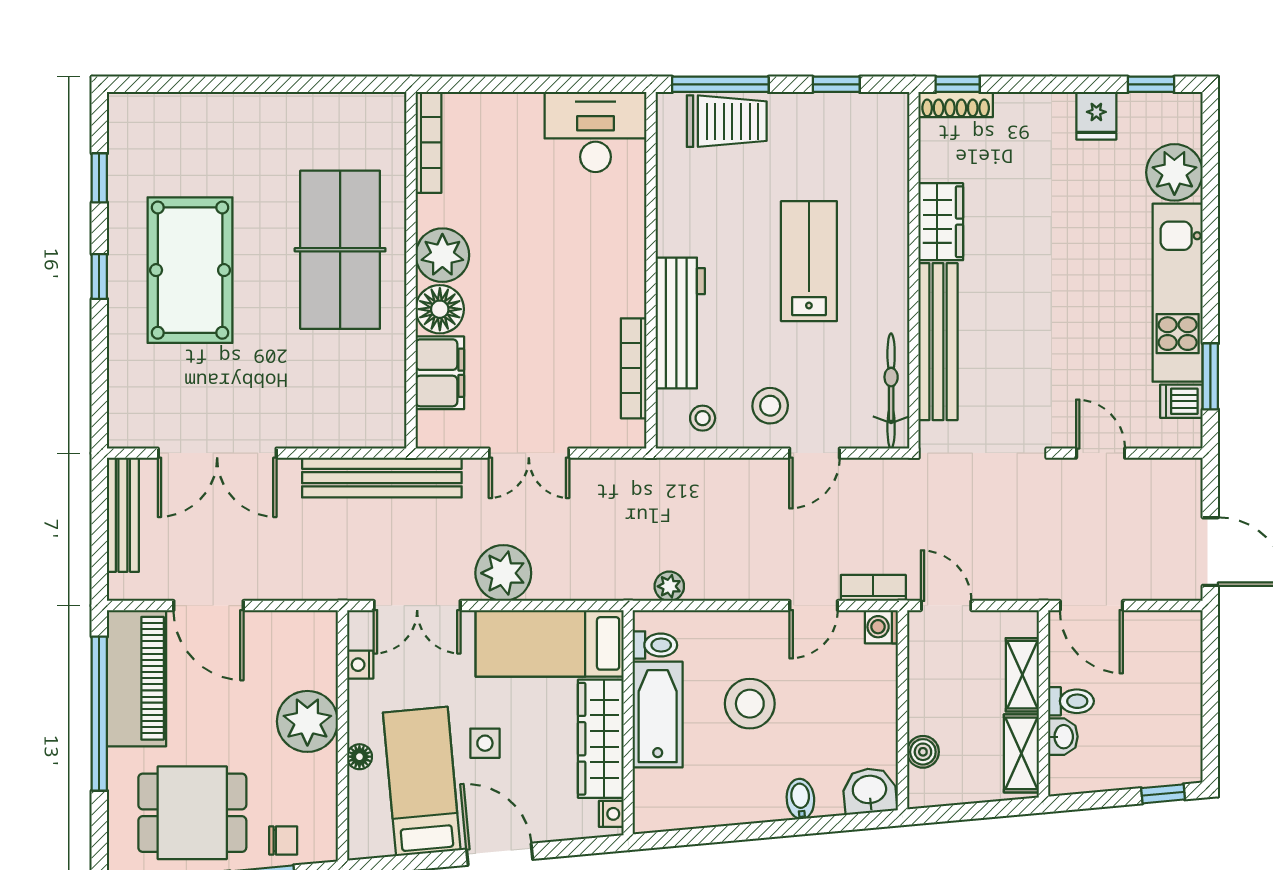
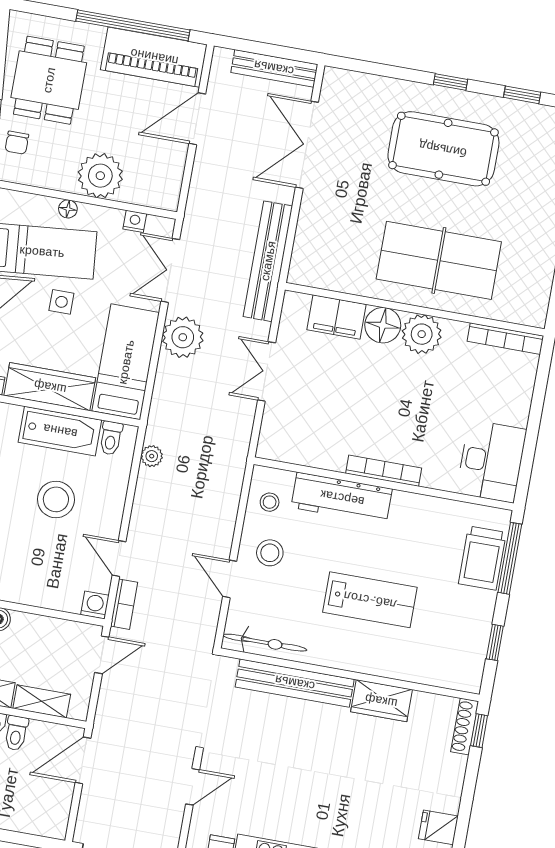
bookcase: (634, 368) -> (384, 471), moved

